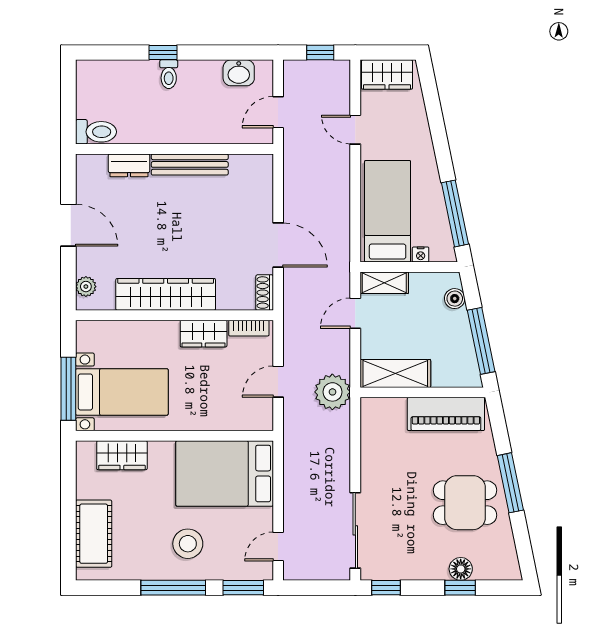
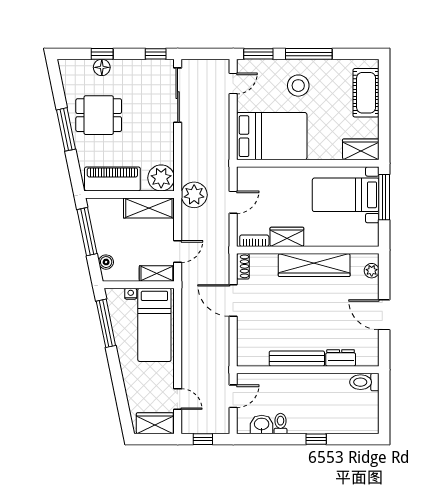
toilet: (169, 74) -> (281, 424), moved
door: (355, 130) -> (178, 399), moved
plant: (378, 415) -> (161, 178), added
wardrobe: (122, 455) -> (361, 149), moved

